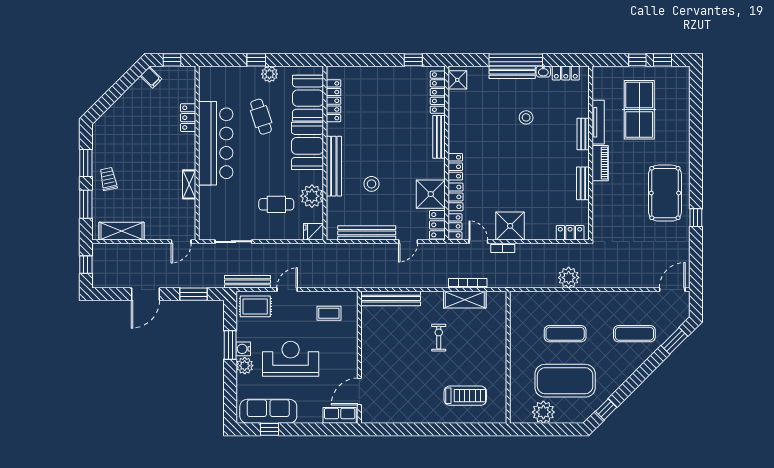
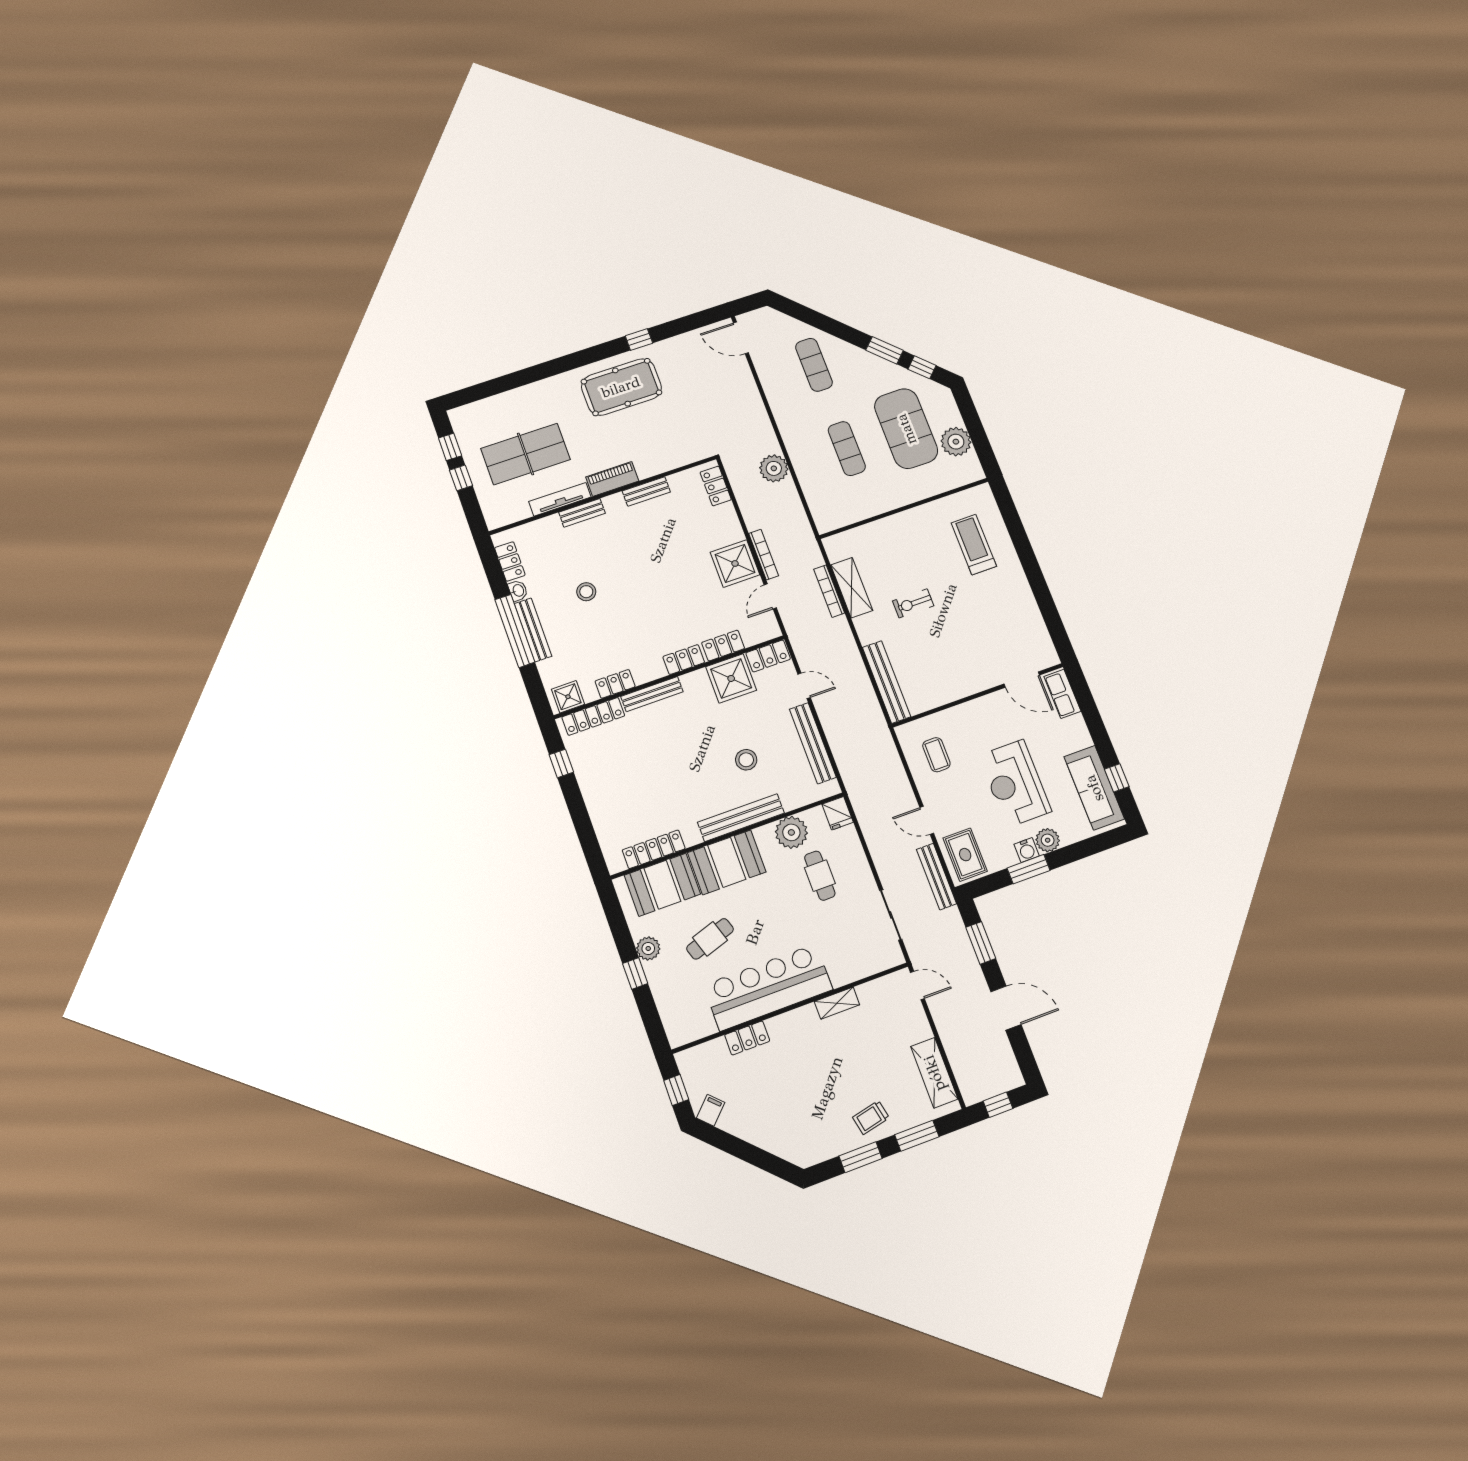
locker: (455, 226) -> (615, 684), moved
bookcase: (503, 248) -> (764, 555), width x1.56
window: (674, 341) -> (885, 350), moved

